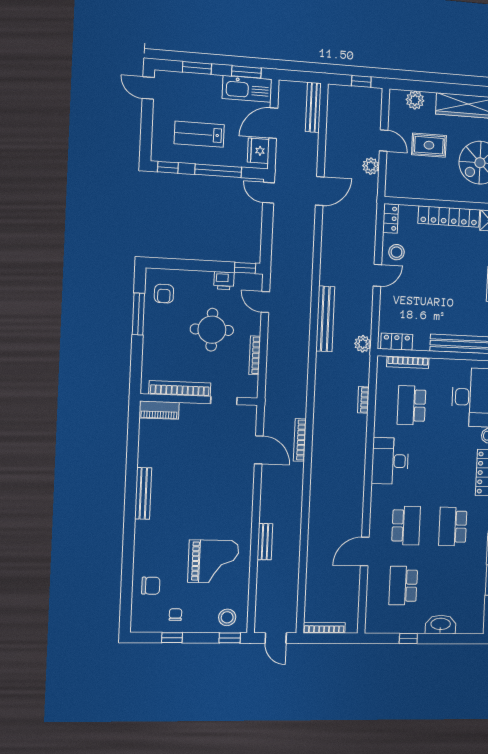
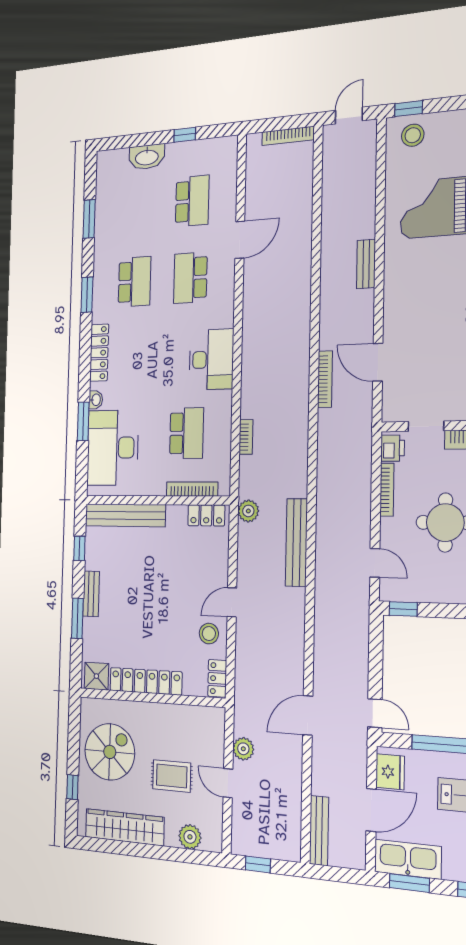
printer: (224, 281) -> (393, 448), moved, turned 90
bench: (265, 542) -> (366, 264), moved
door: (276, 638) -> (349, 116), hinge flipped

